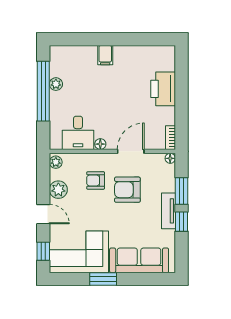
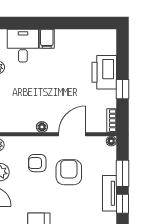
window: (181, 106) -> (122, 89), added
desk: (78, 133) -> (23, 46), moved, turned 180
armchair: (127, 190) -> (69, 172), turned 90

